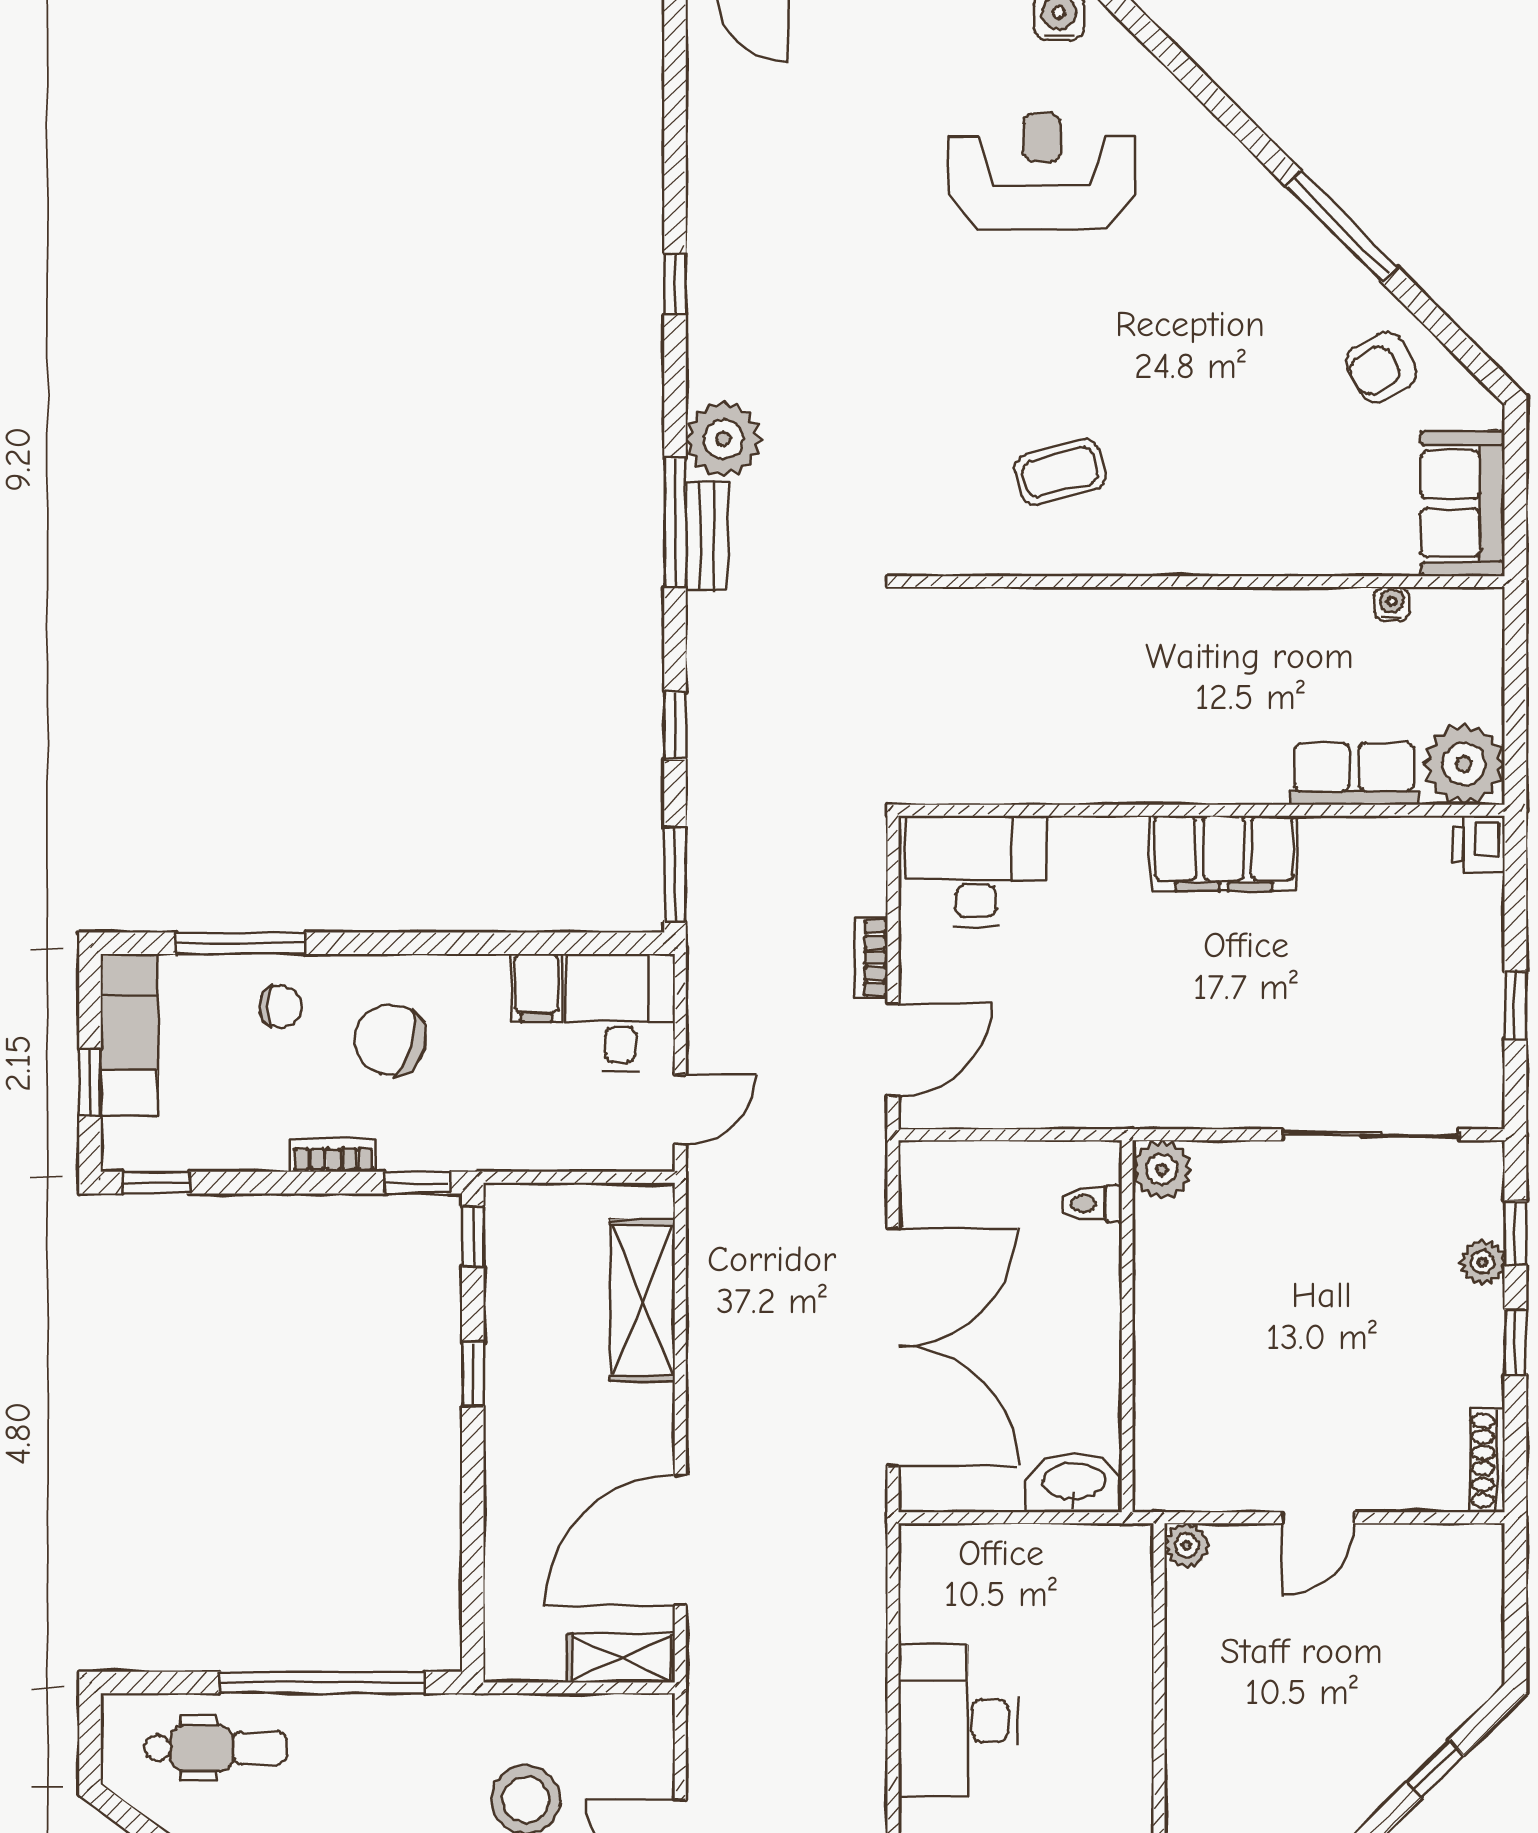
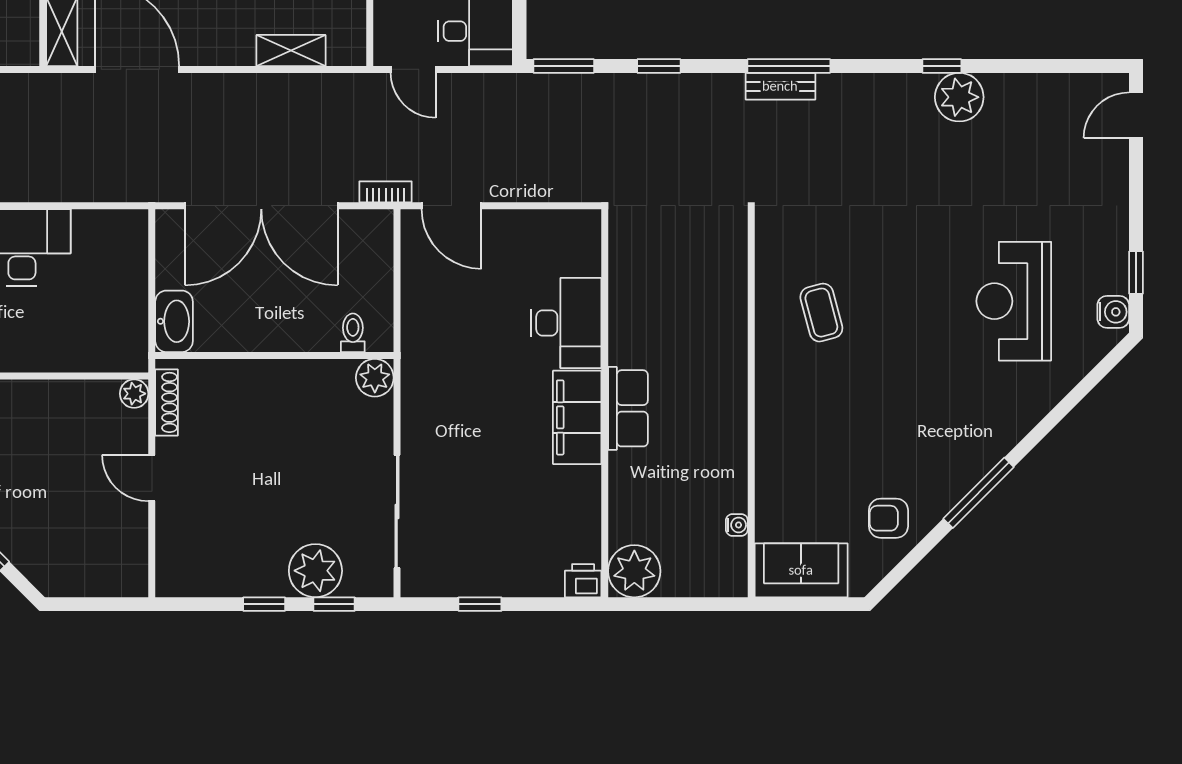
reception desk: (1042, 171) -> (1014, 301), turned 180
armchair: (1381, 367) -> (888, 518), turned -61
plant: (724, 439) -> (959, 97), moved
row of seats: (1354, 774) -> (628, 408), moved
desk: (976, 871) -> (566, 323), moved
bookcase: (871, 958) -> (386, 192), moved
plant: (1483, 1262) -> (315, 571), width x1.88, depth x1.88
shelving: (643, 1300) -> (291, 50), width x0.67, depth x0.75
shoe rack: (1487, 1461) -> (166, 402), moved, turned 90

